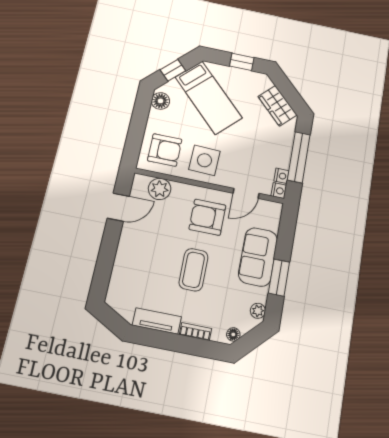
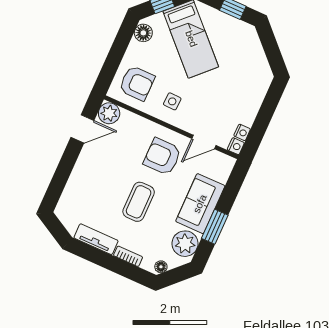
wardrobe: (277, 106) -> (257, 62), removed
window: (299, 157) -> (264, 118), removed
side table: (204, 160) -> (172, 101), width x0.54, depth x0.54
plant: (160, 189) -> (109, 113), moved
plant: (258, 311) -> (185, 244), width x1.88, depth x1.88

